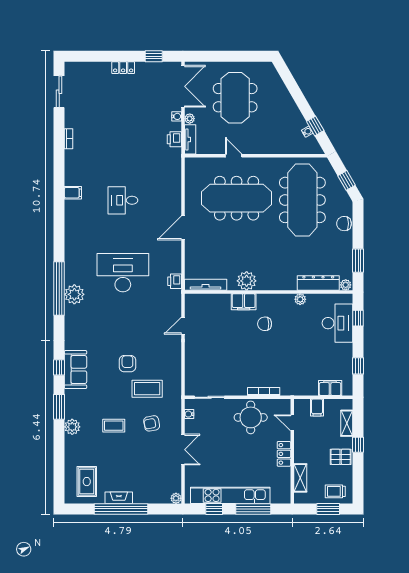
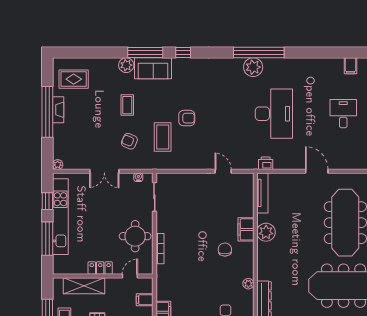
sofa: (75, 370) -> (153, 68), moved
window: (59, 407) -> (145, 53), width x1.44
armchair: (152, 423) -> (129, 141), turned -56
shelving: (300, 478) -> (84, 286), width x1.50, depth x1.33

